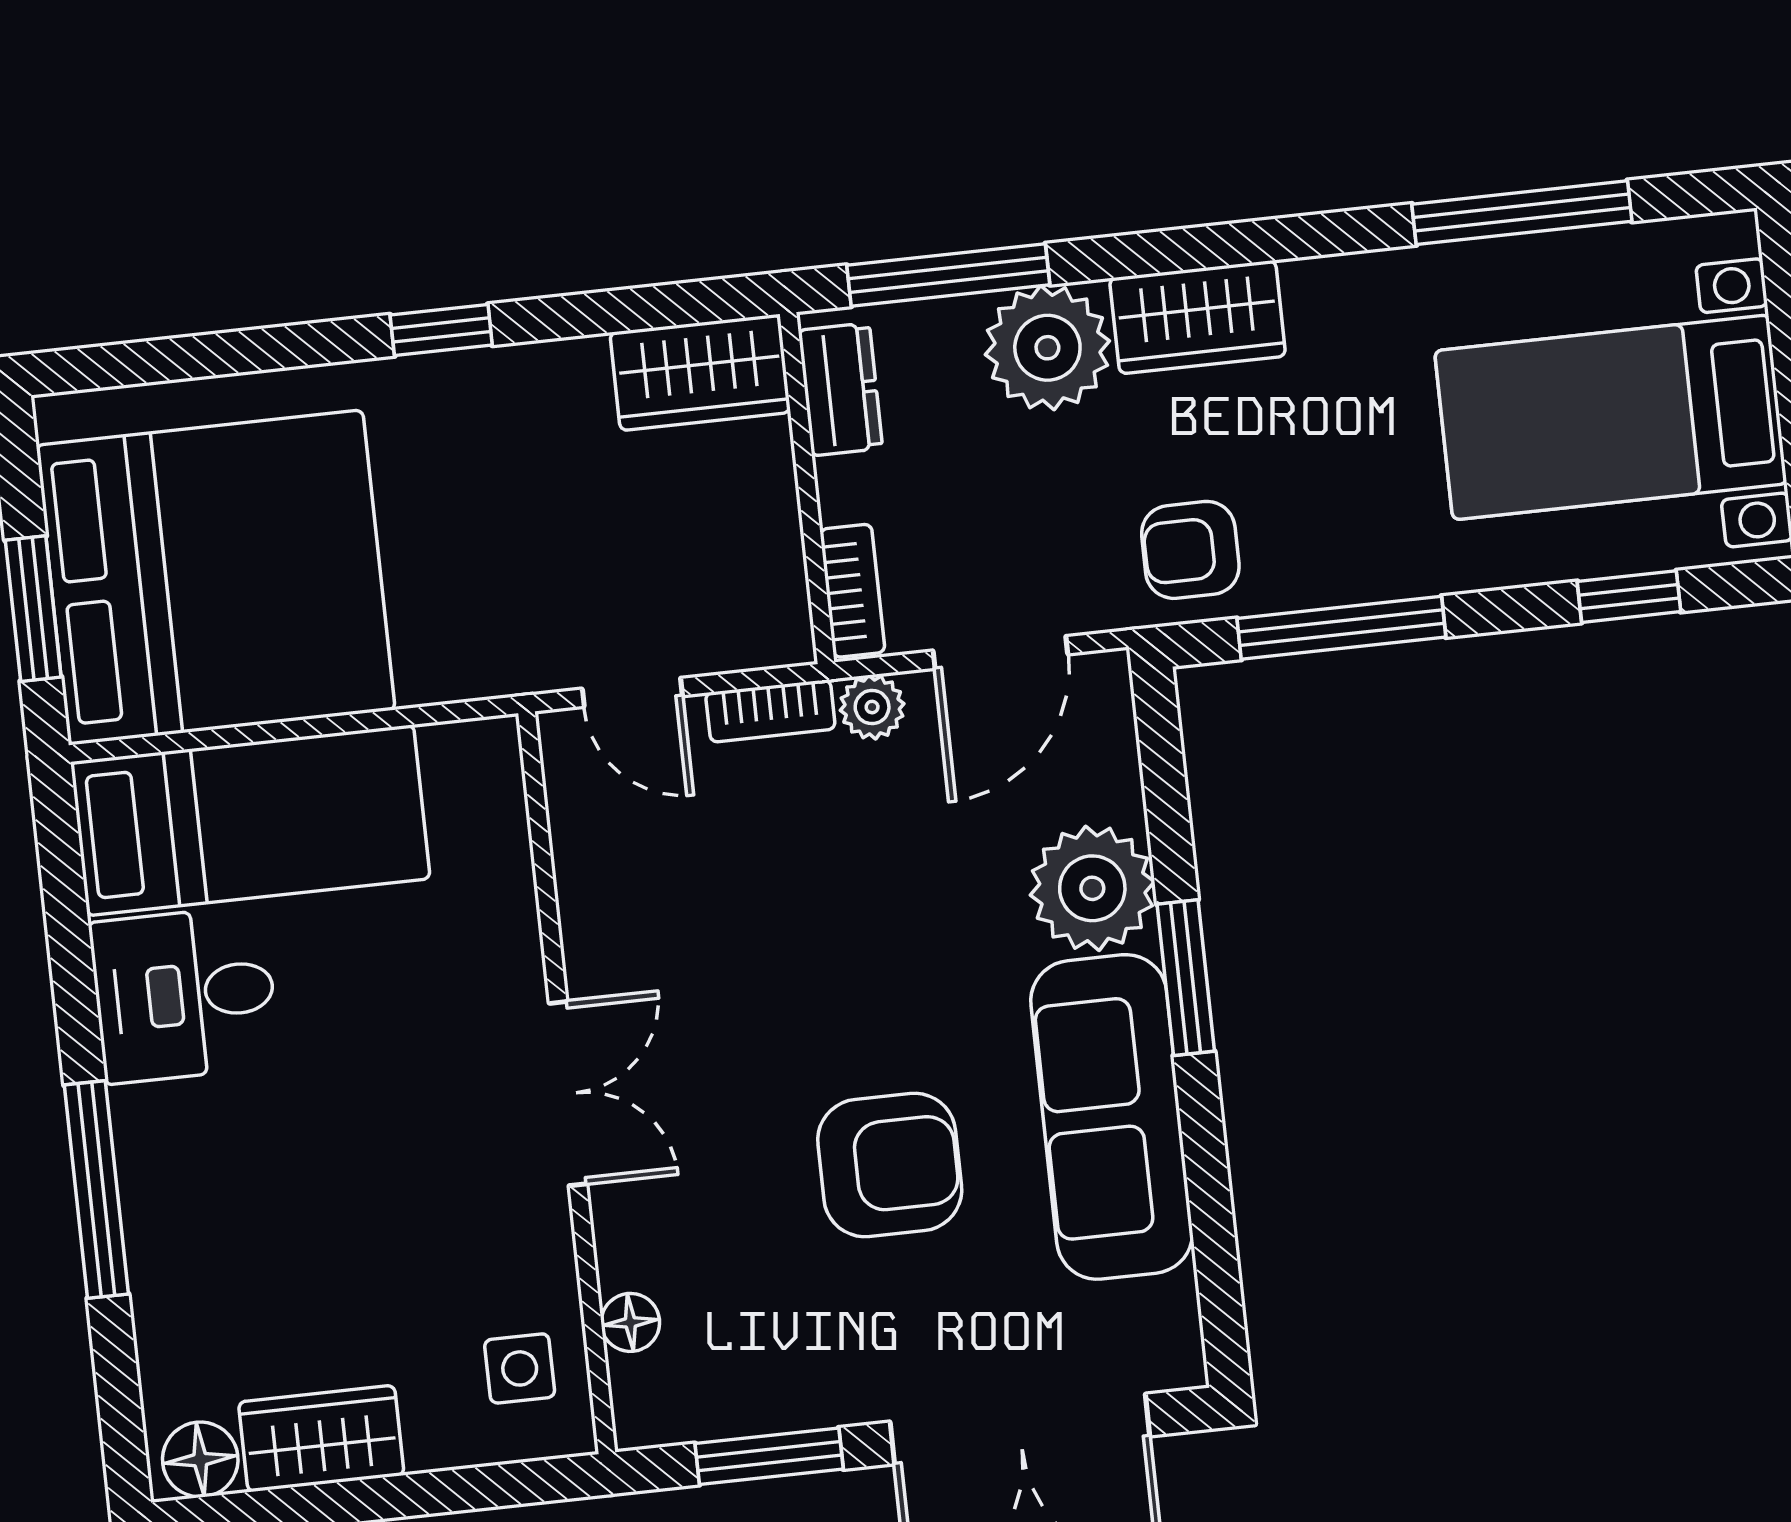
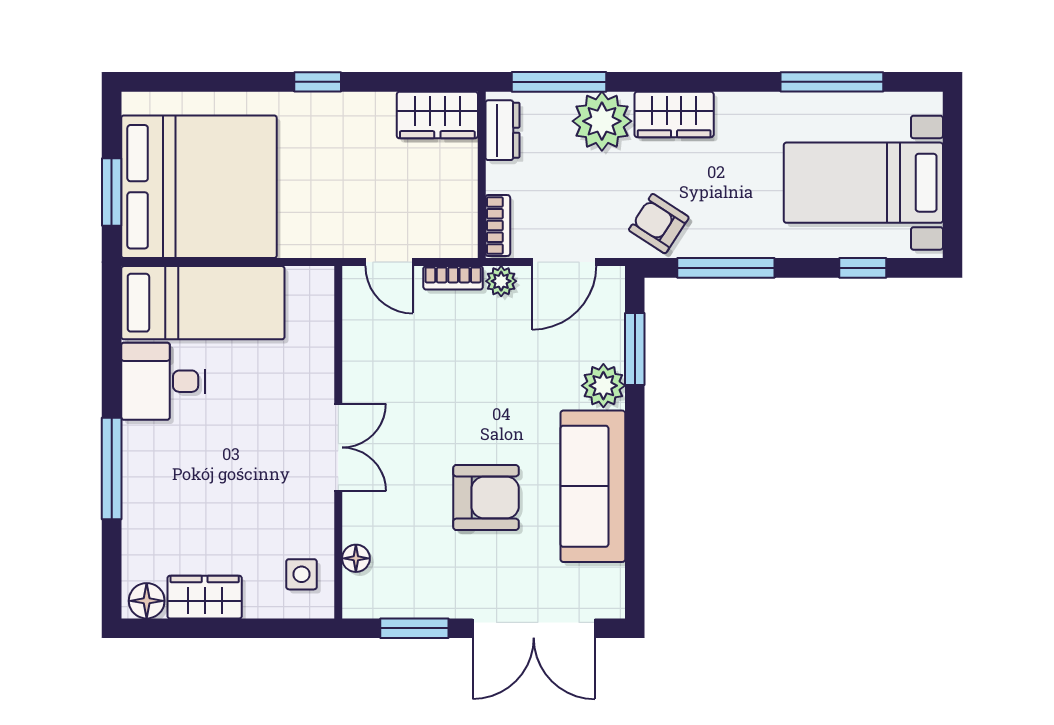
armchair: (1190, 550) -> (659, 224), turned 33
plant: (1092, 888) -> (603, 386), width x0.73, depth x0.73
window: (1186, 978) -> (635, 349), moved

